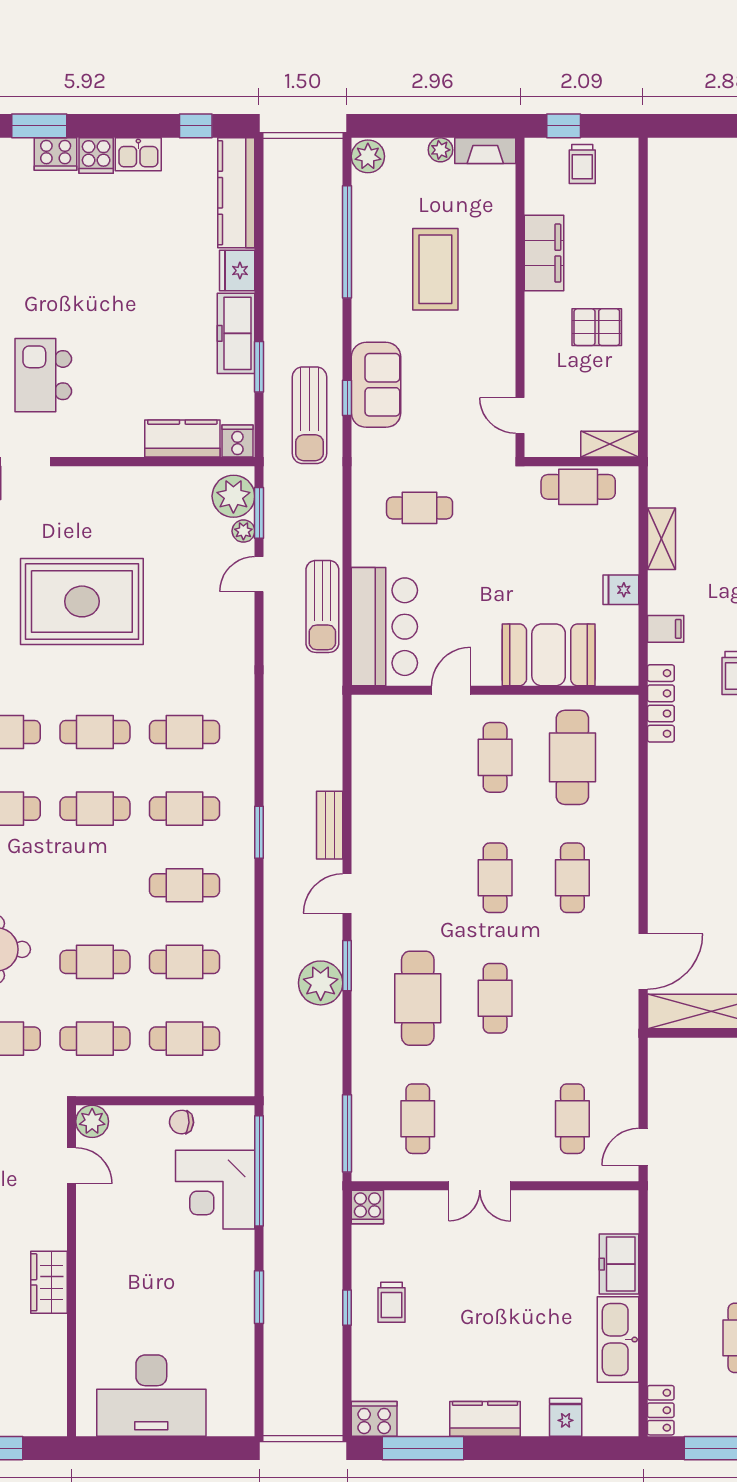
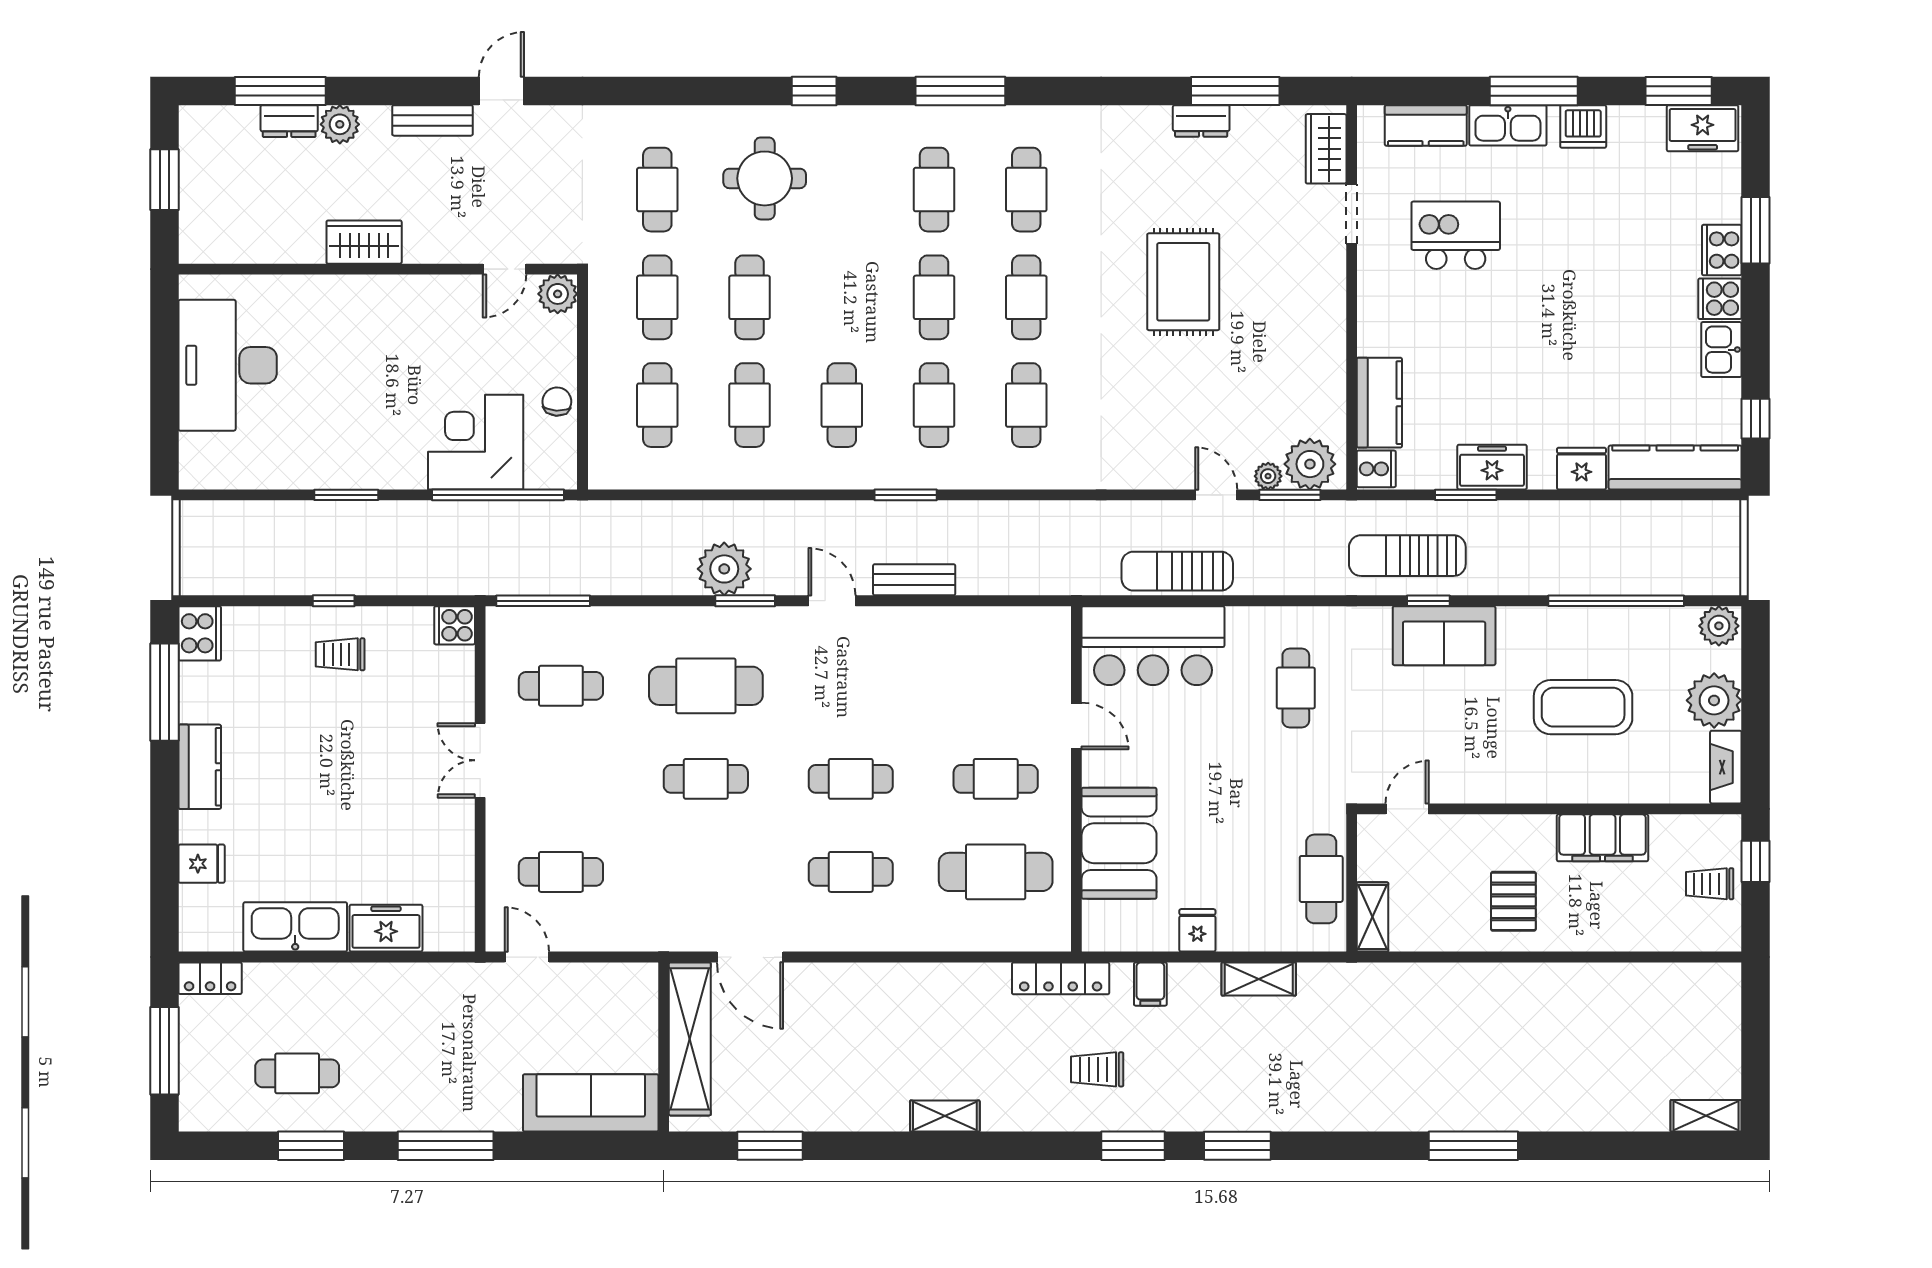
plant: (440, 150) -> (1714, 700), width x1.87, depth x1.87
freezer: (236, 333) -> (1492, 467), width x0.71
rug: (82, 601) -> (1183, 282), width x0.73, depth x0.69

